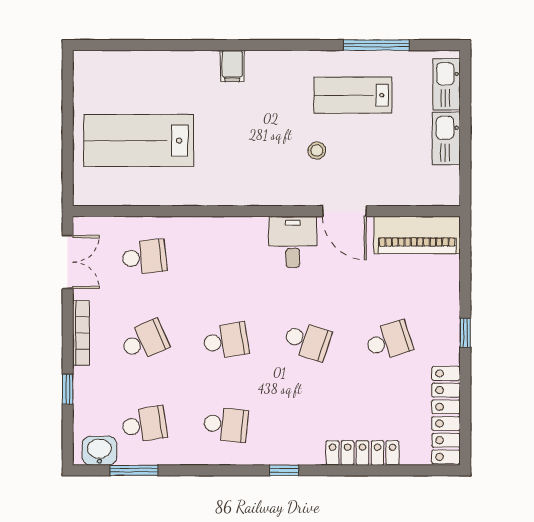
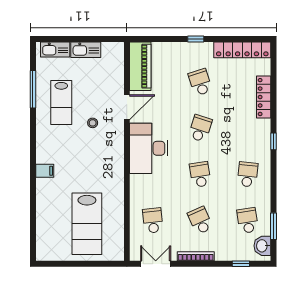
desk: (293, 242) -> (149, 148), width x1.87, depth x1.30
window: (68, 389) -> (241, 264), moved

